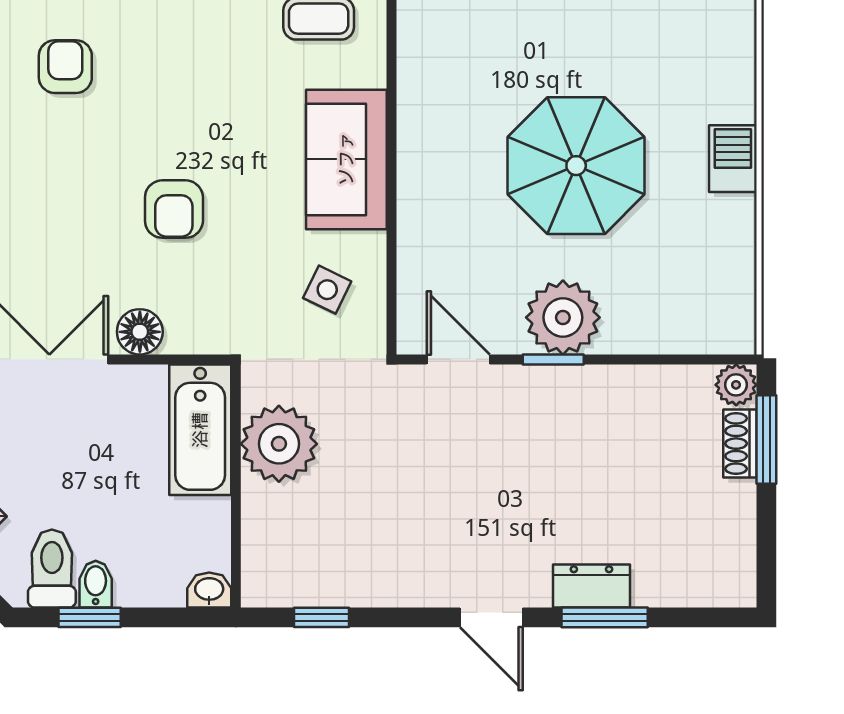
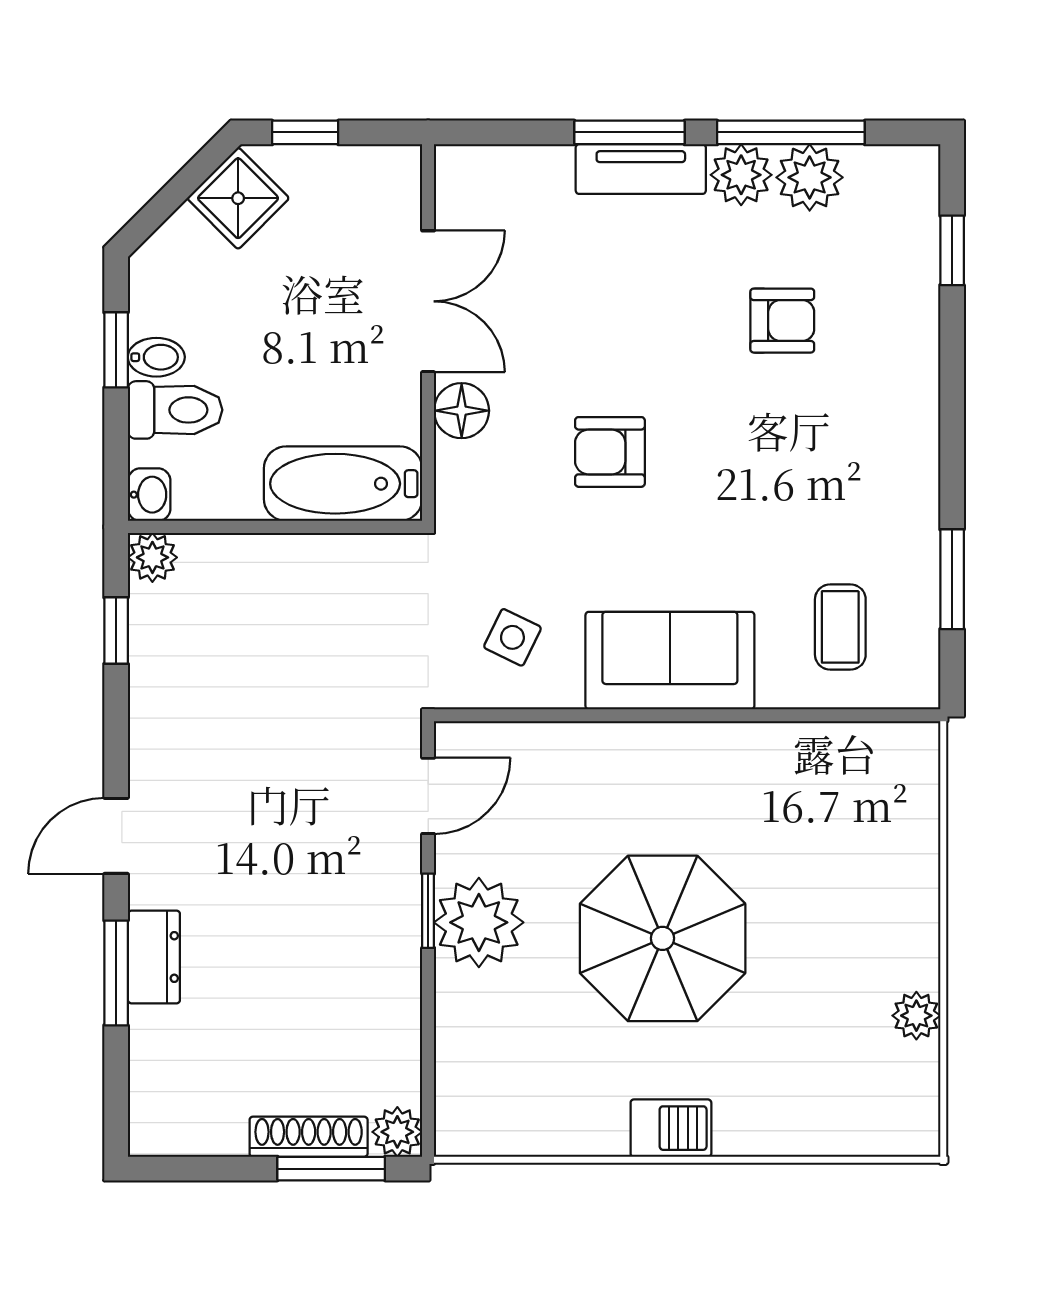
plant: (279, 444) -> (152, 557), moved, width x0.53, depth x0.53
shoe rack: (740, 444) -> (309, 1137), width x1.43
toilet: (52, 568) -> (175, 410), moved

